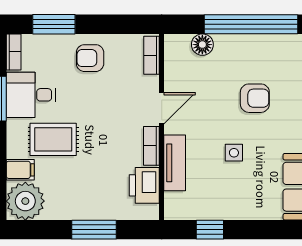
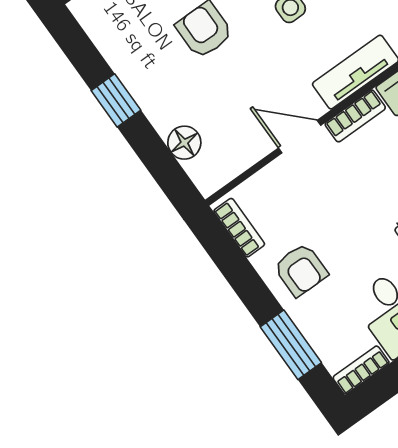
window: (251, 24) -> (116, 100), width x0.32
bookcase: (152, 55) -> (239, 228), moved, turned -90

